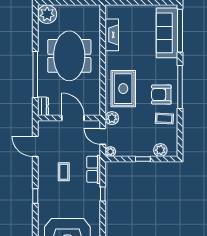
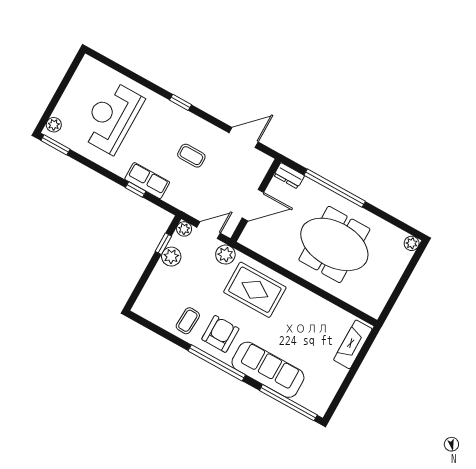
plant: (47, 14) -> (412, 243), width x0.53, depth x0.53
sofa: (167, 33) -> (268, 370), moved
fireplace: (112, 35) -> (353, 344), moved, turned 90
plant: (160, 150) -> (171, 257), moved
window: (143, 159) -> (163, 244), moved
row of seats: (94, 169) -> (147, 181), moved

